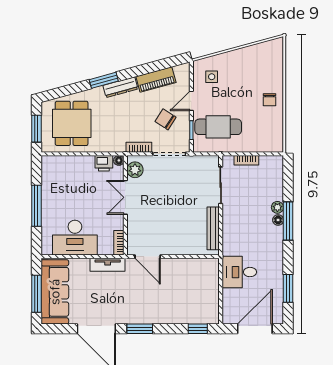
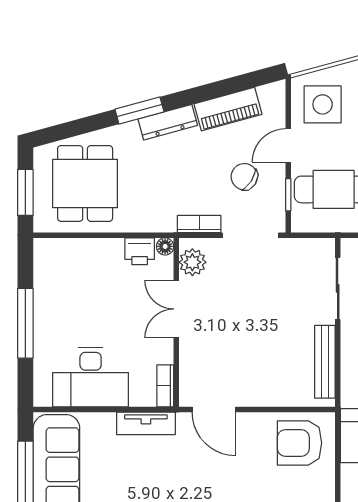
side table: (212, 77) -> (323, 104), width x1.87, depth x1.87
armchair: (198, 276) -> (300, 443), added

